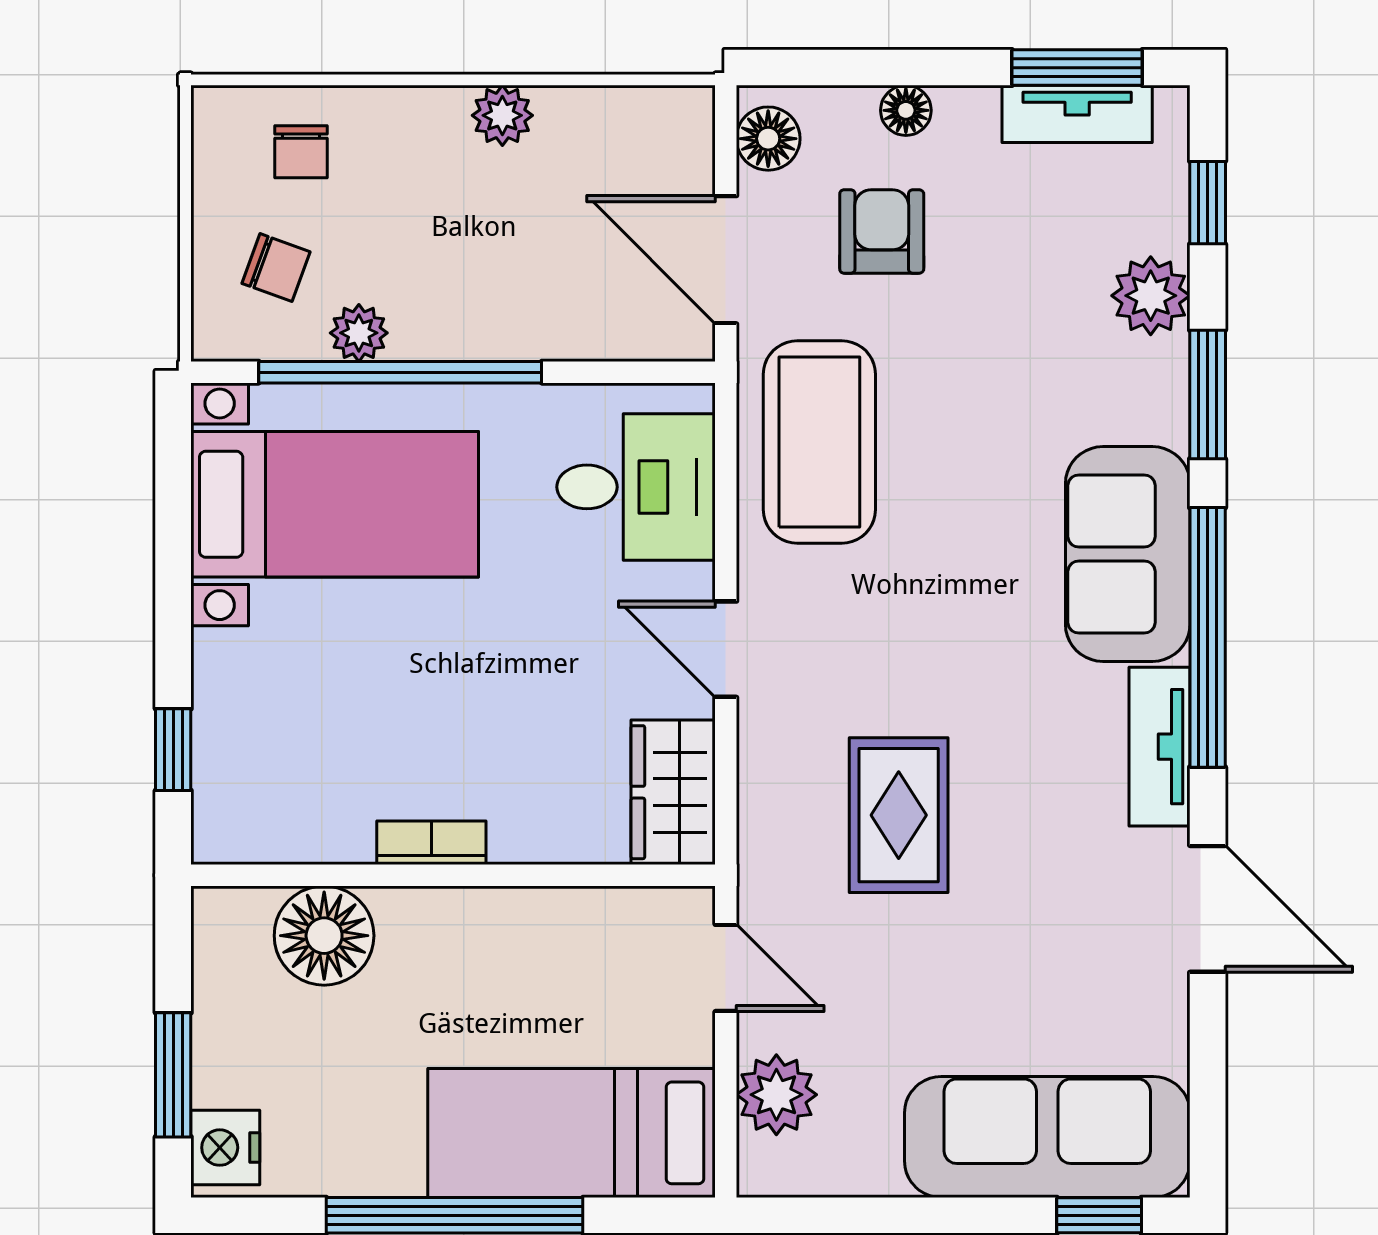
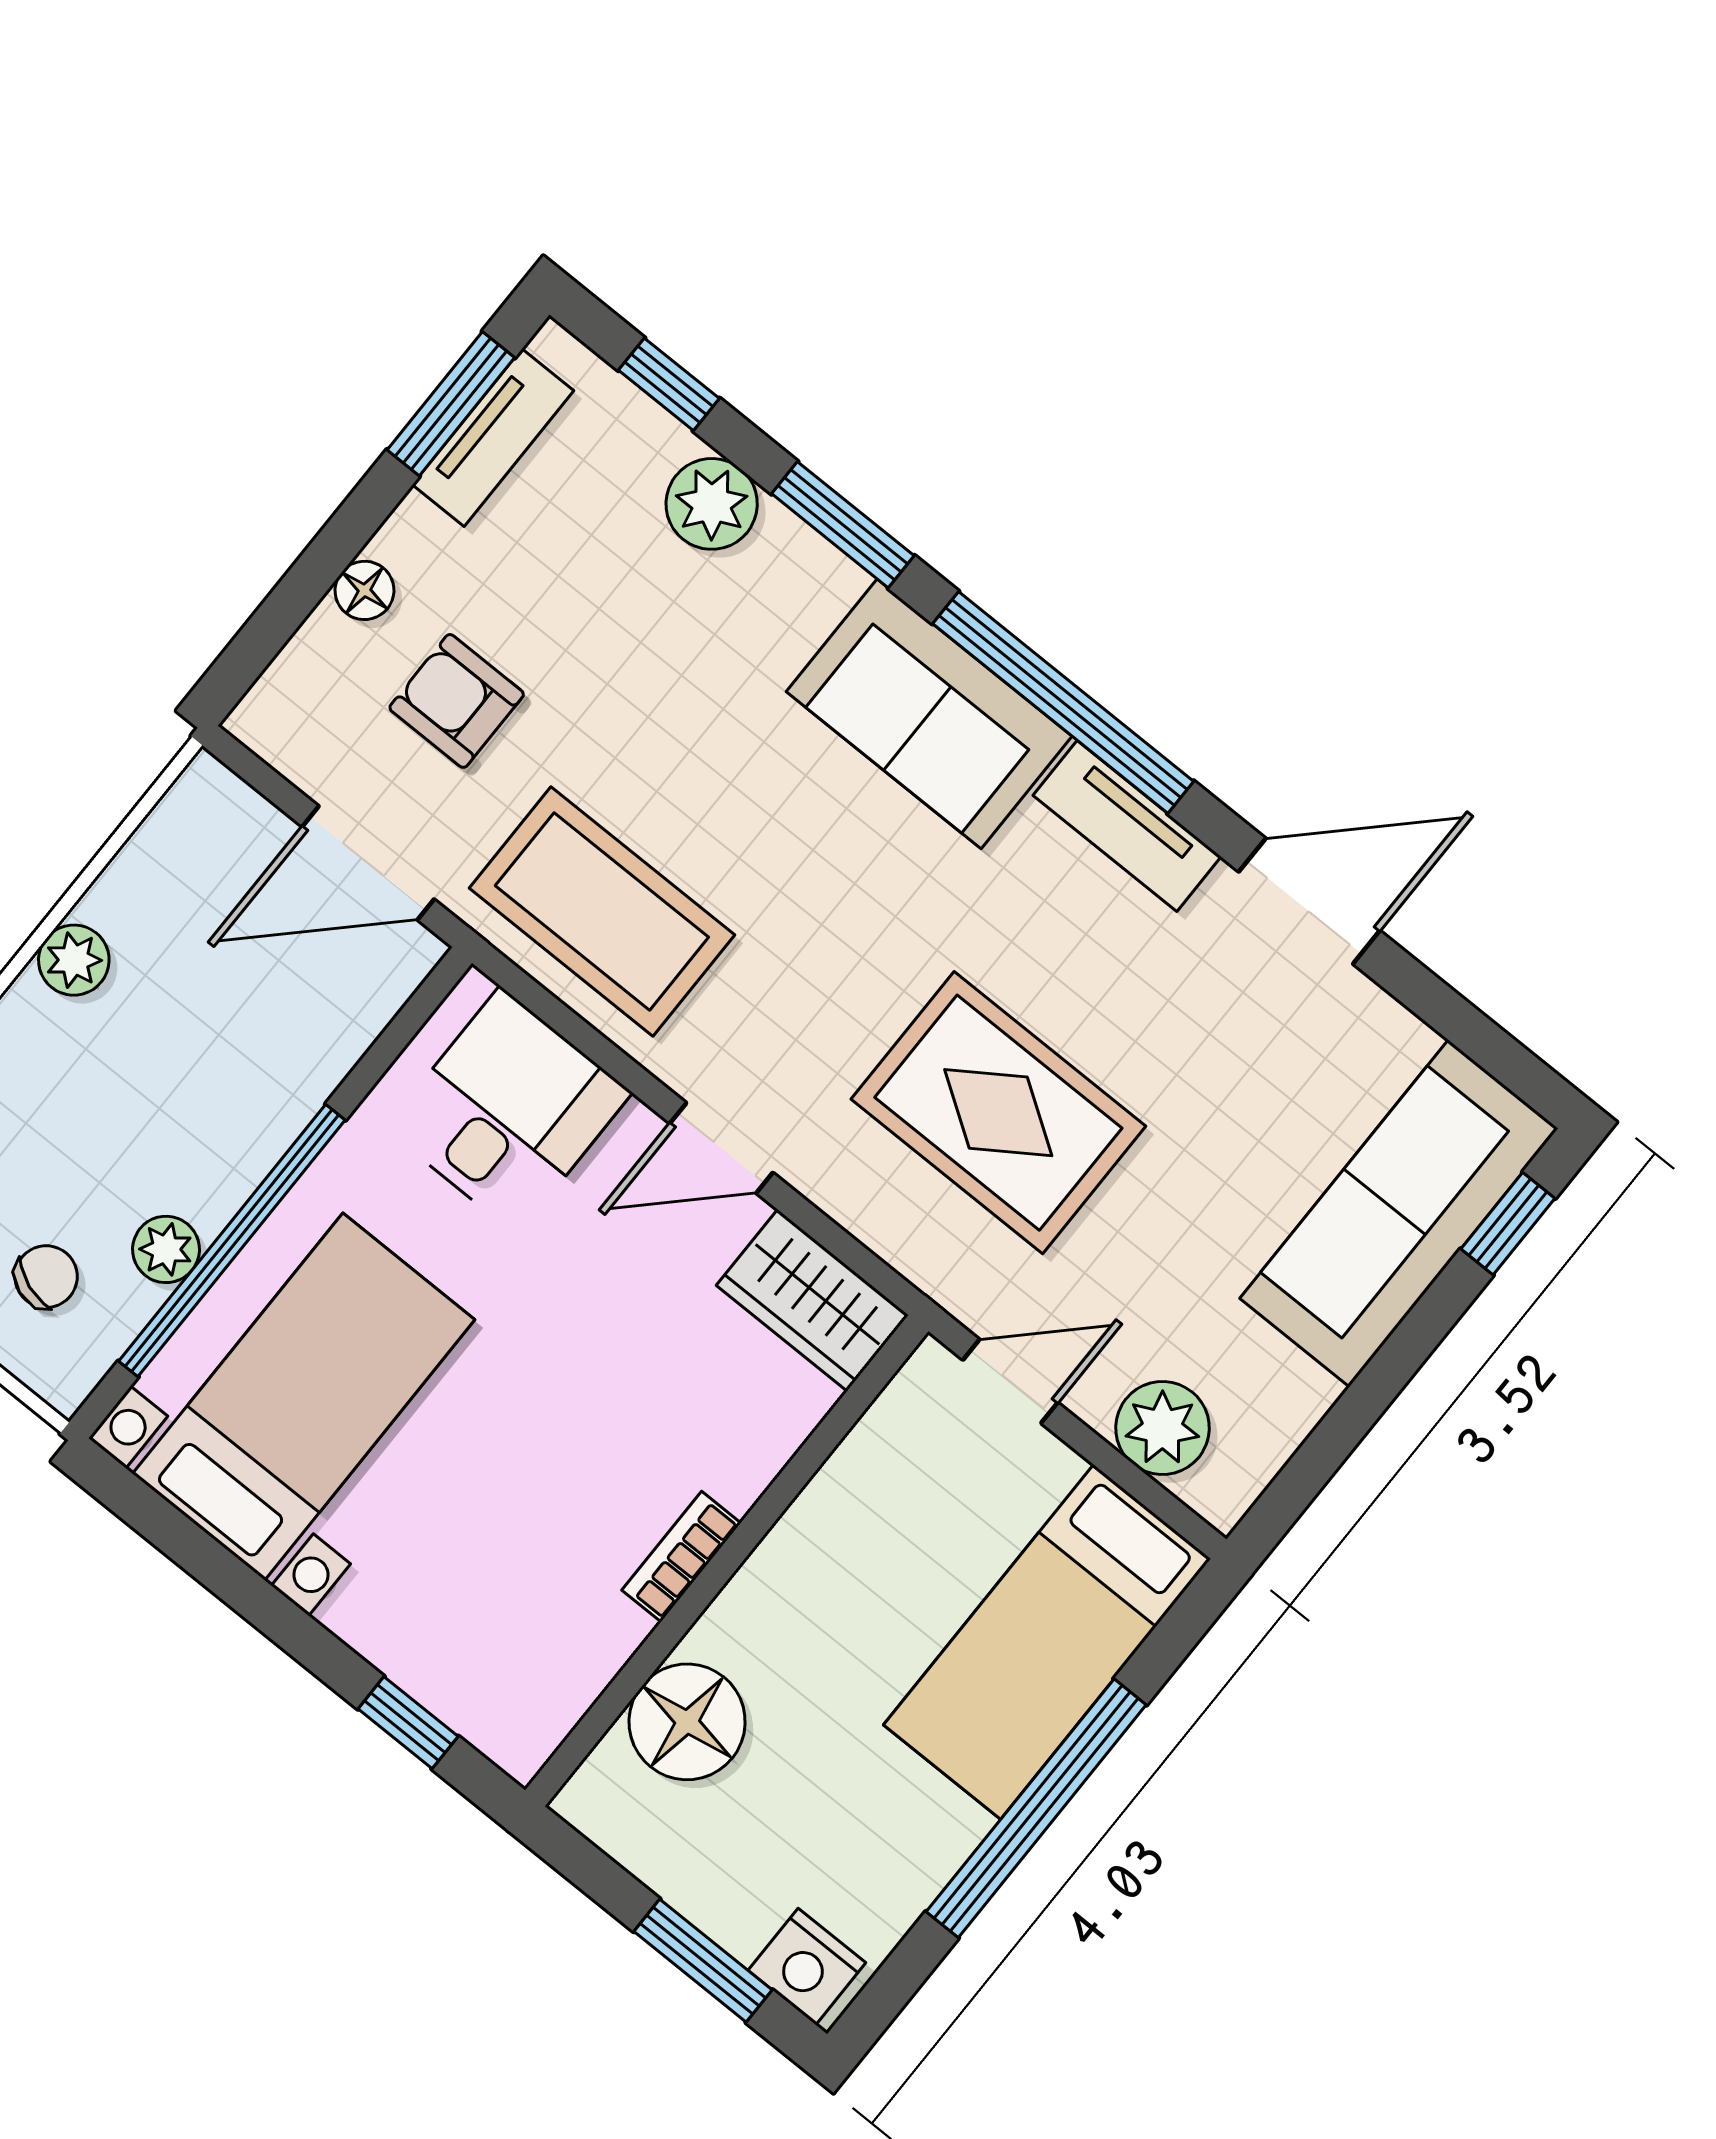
floor lamp: (768, 139) -> (289, 736), removed
rug: (899, 815) -> (998, 1113), width x1.36, depth x1.43

